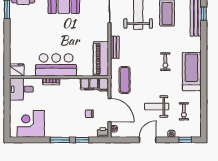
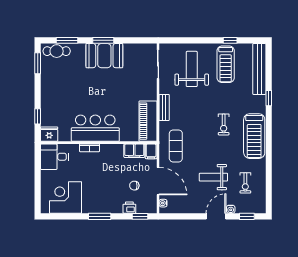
window: (204, 14) -> (269, 98), moved
window: (7, 55) -> (38, 116), added
treadmill: (191, 72) -> (254, 136), turned 180
printer: (103, 132) -> (129, 208), moved
window: (82, 140) -> (140, 216), moved
door: (148, 140) -> (216, 216), moved

